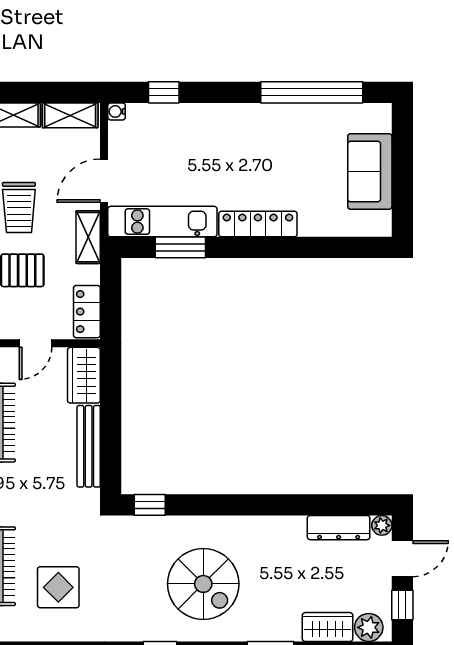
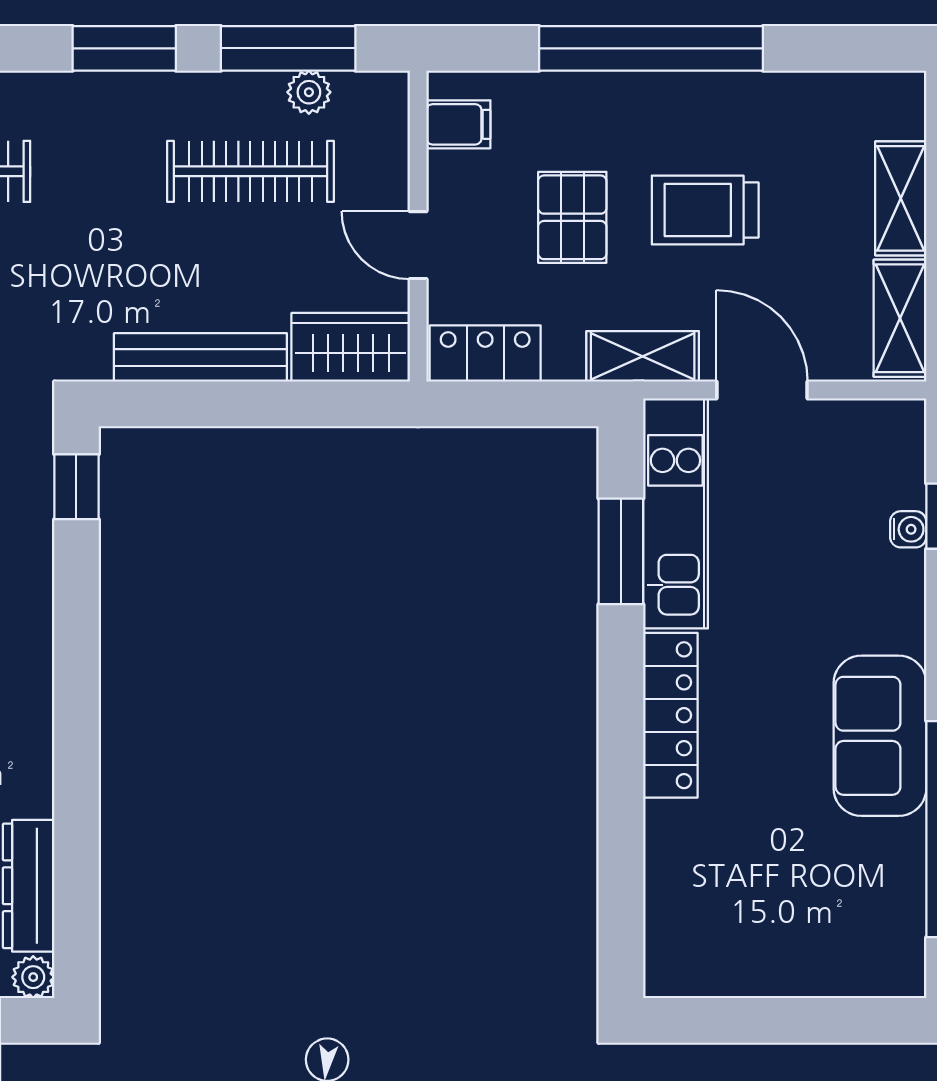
water cooler: (117, 111) -> (908, 529), moved, turned 90
sofa: (370, 171) -> (880, 736), moved, turned -90

